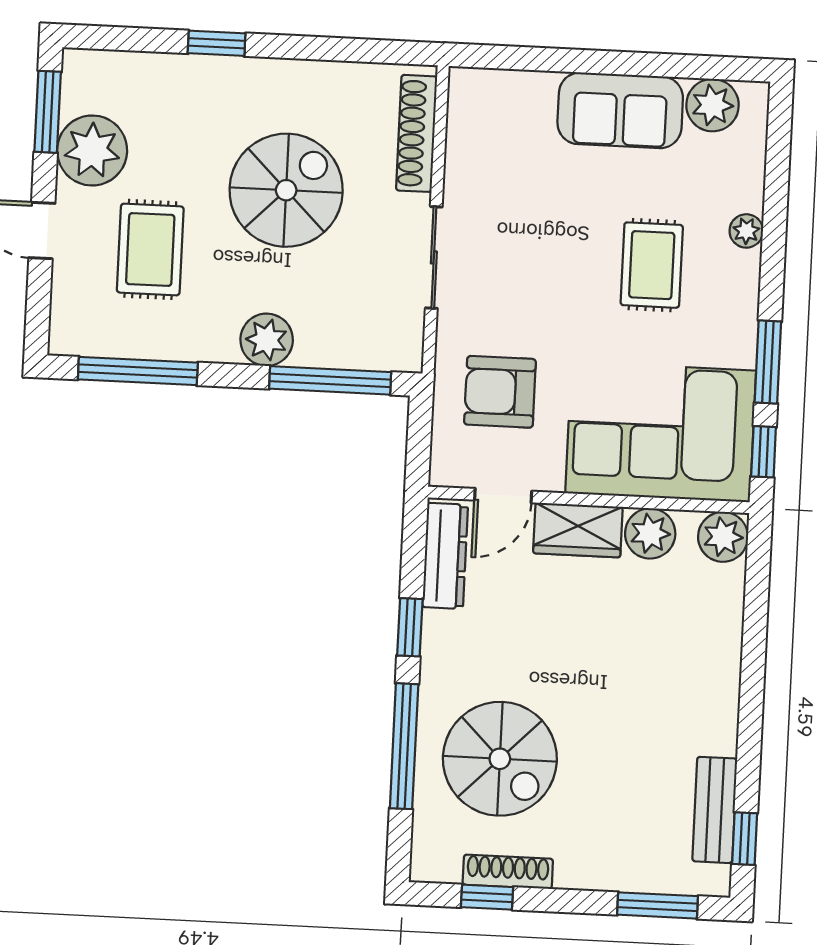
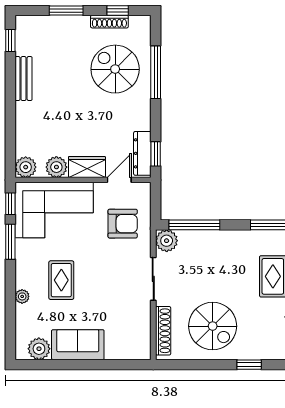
spiral stairs: (286, 190) -> (213, 326), moved, turned -90
plant: (267, 340) -> (167, 241), moved
window: (410, 627) -> (156, 154), moved
bench: (715, 810) -> (24, 79), moved
window: (658, 905) -> (66, 10), moved

